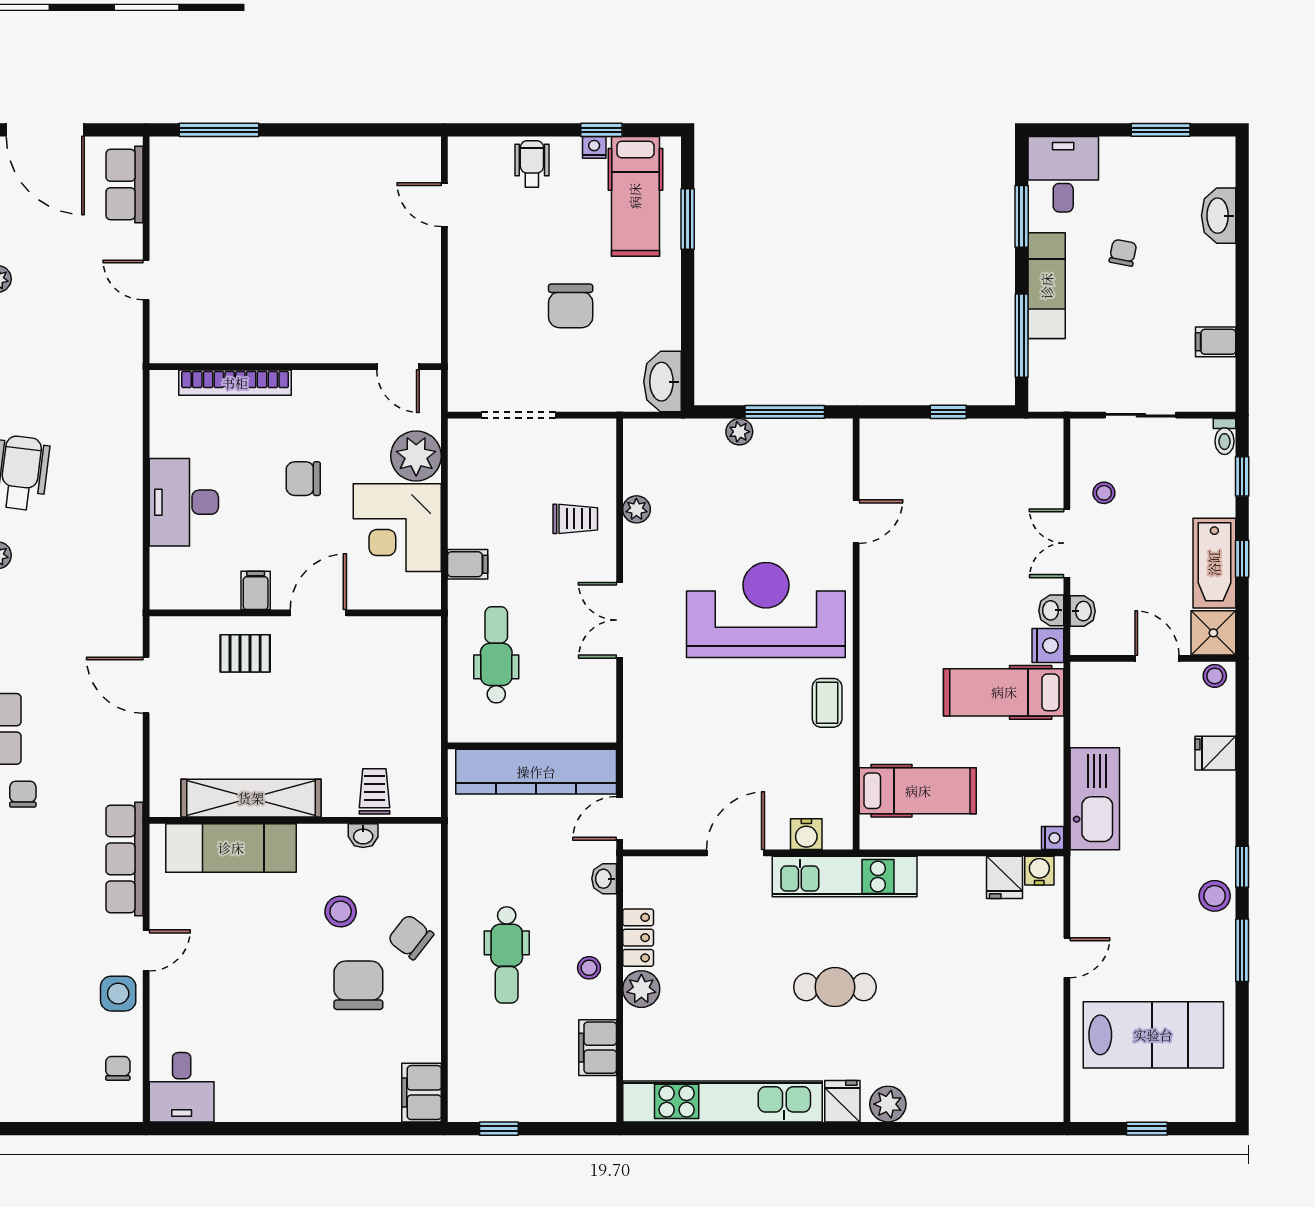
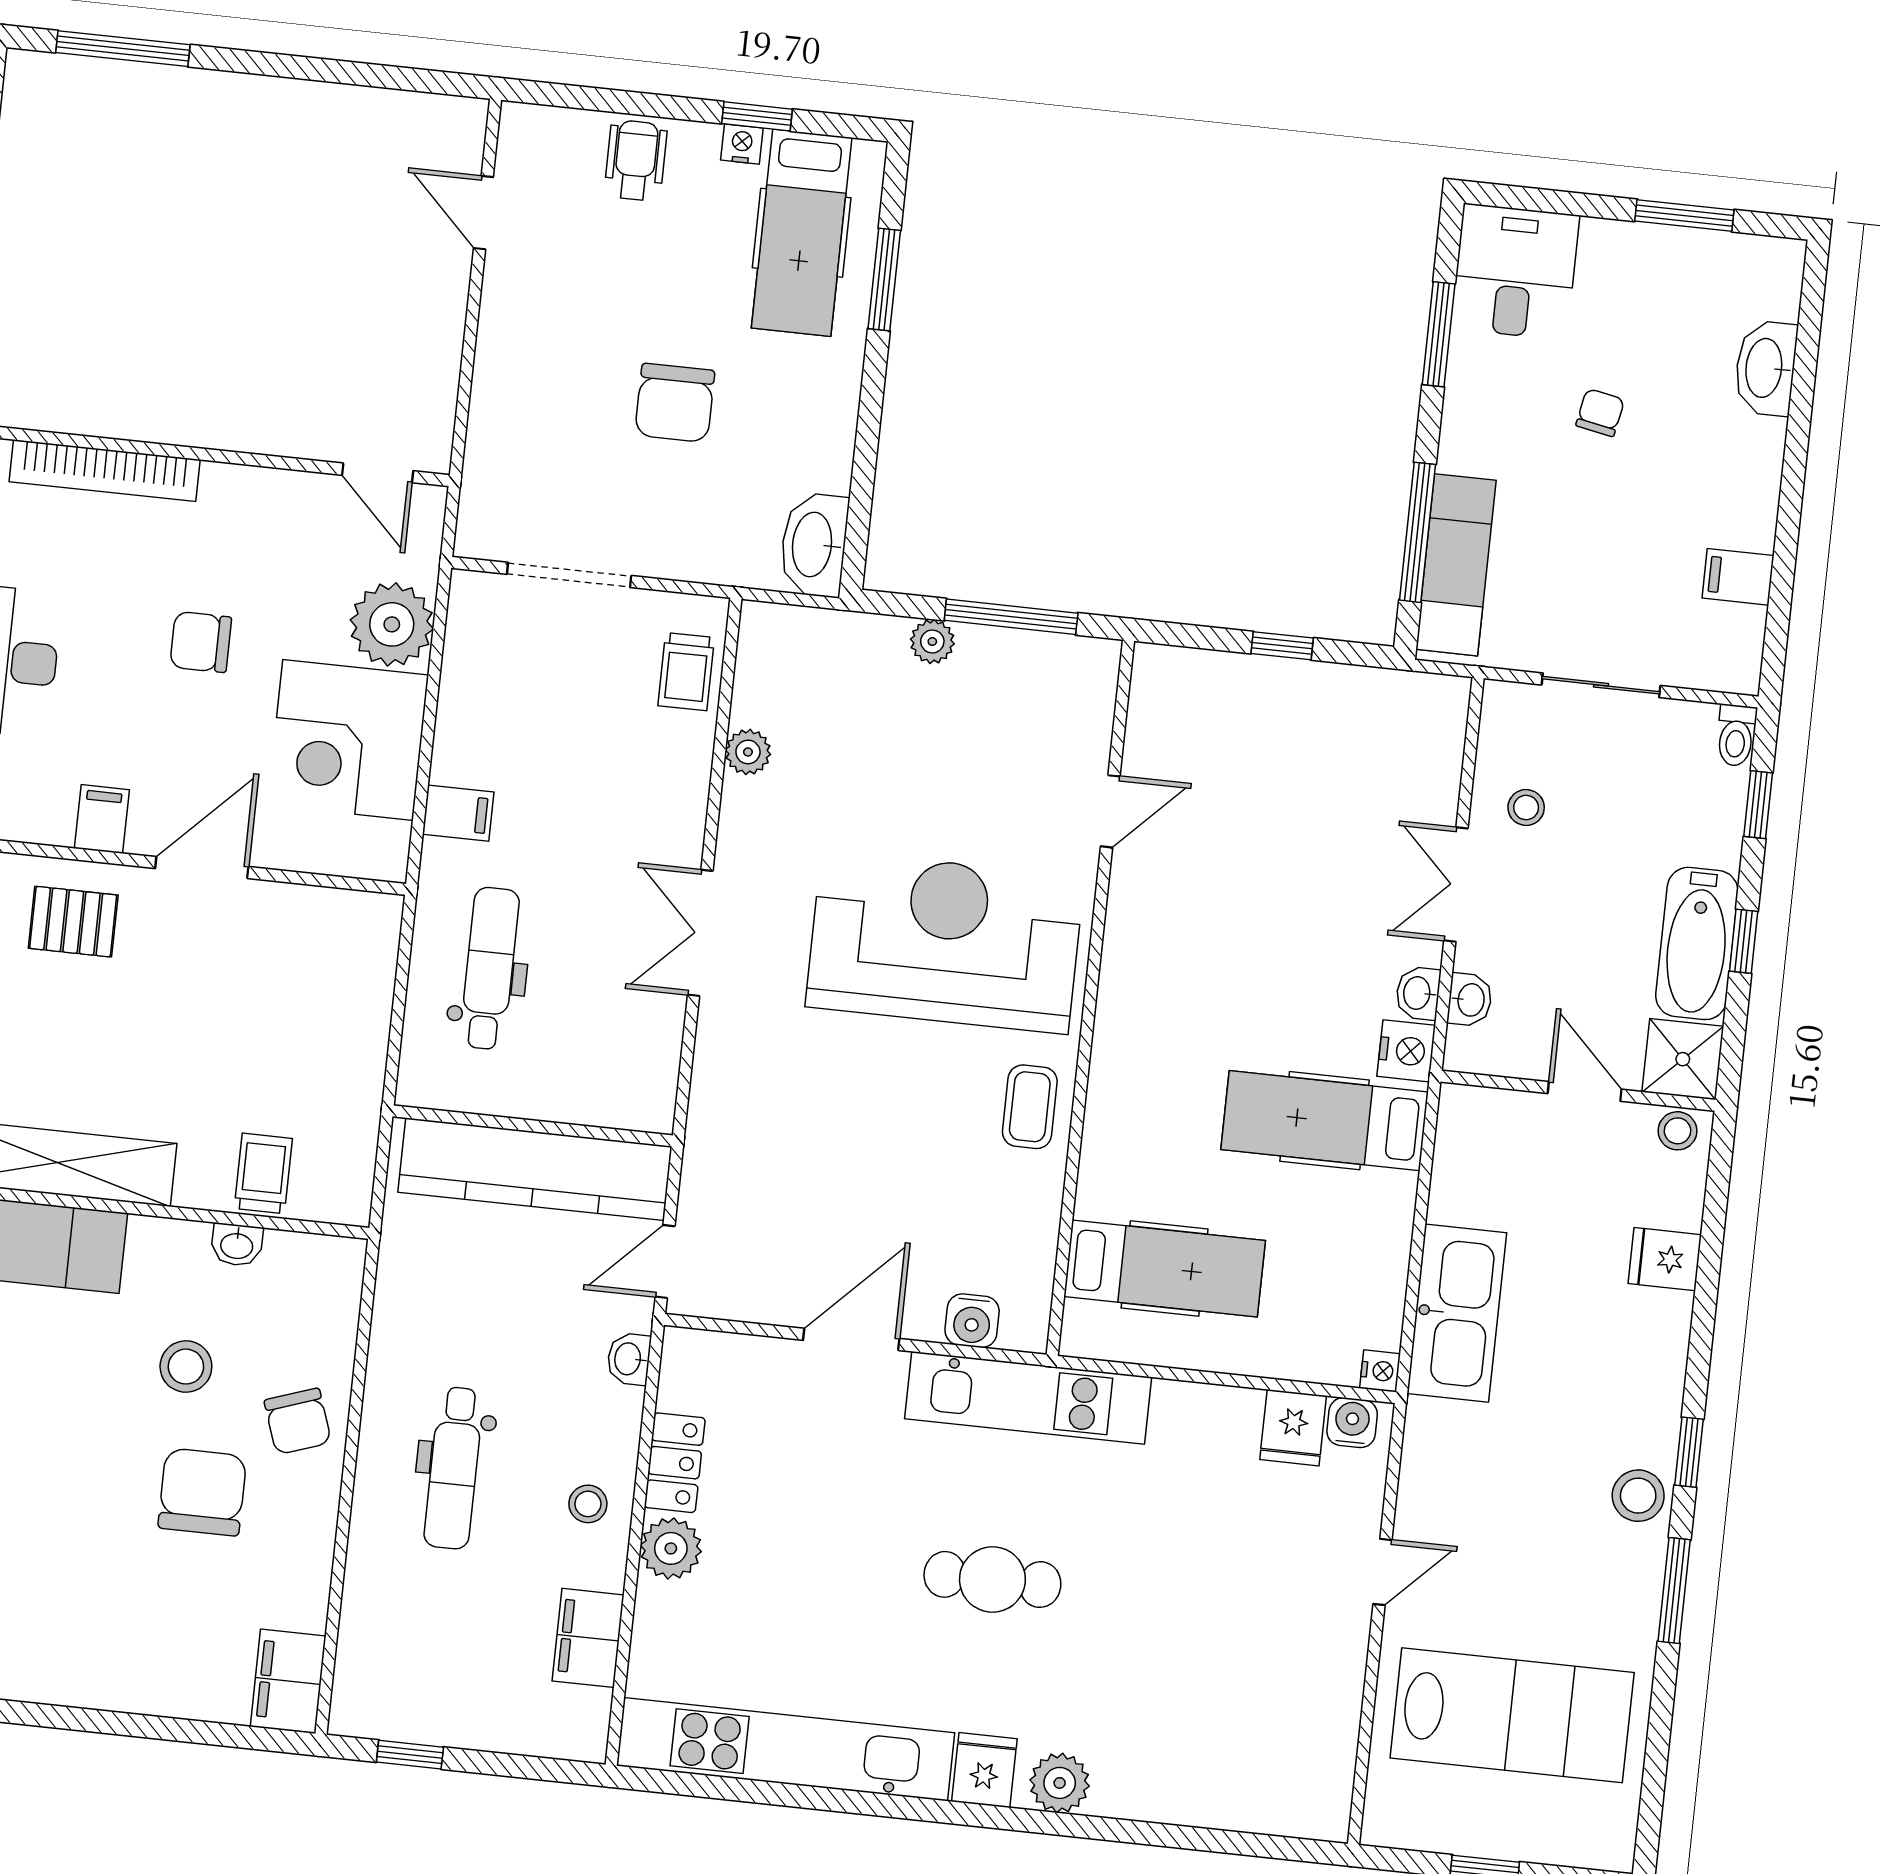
exam couch: (1047, 286) -> (1456, 565), moved
trolley: (575, 519) -> (686, 672), moved, turned 90
chair: (411, 937) -> (298, 1421), turned -147

